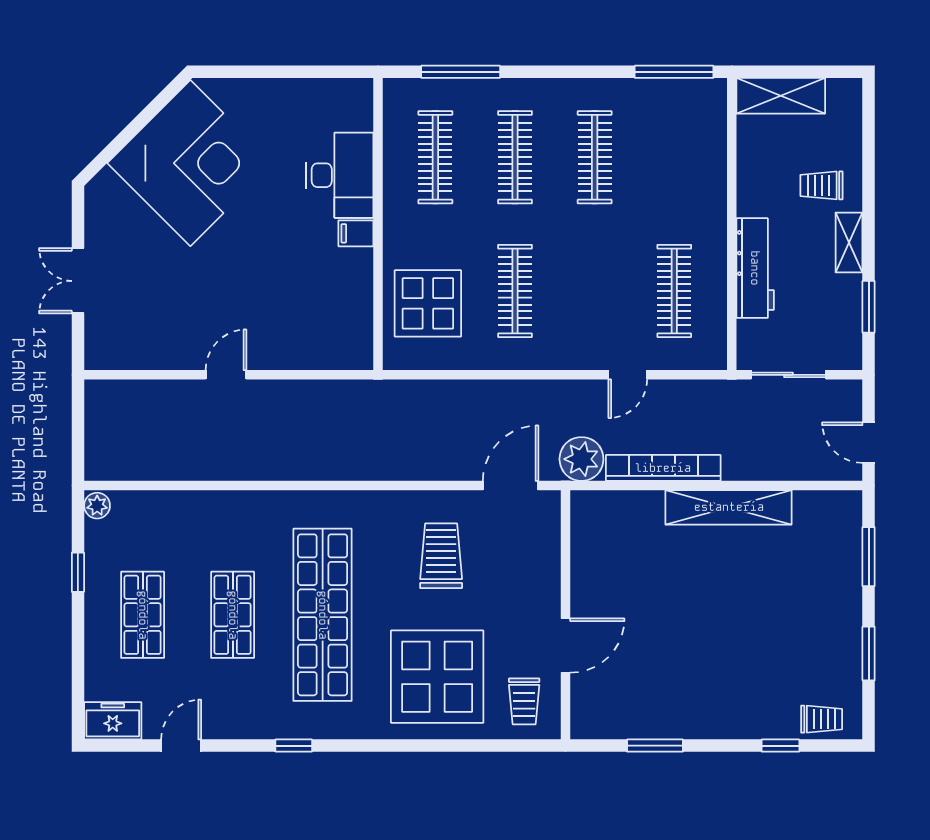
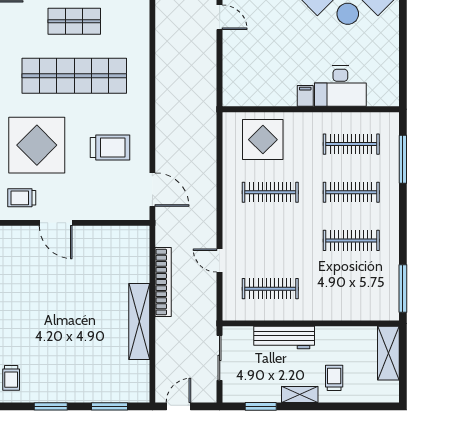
plant: (581, 459) -> (169, 233), removed

